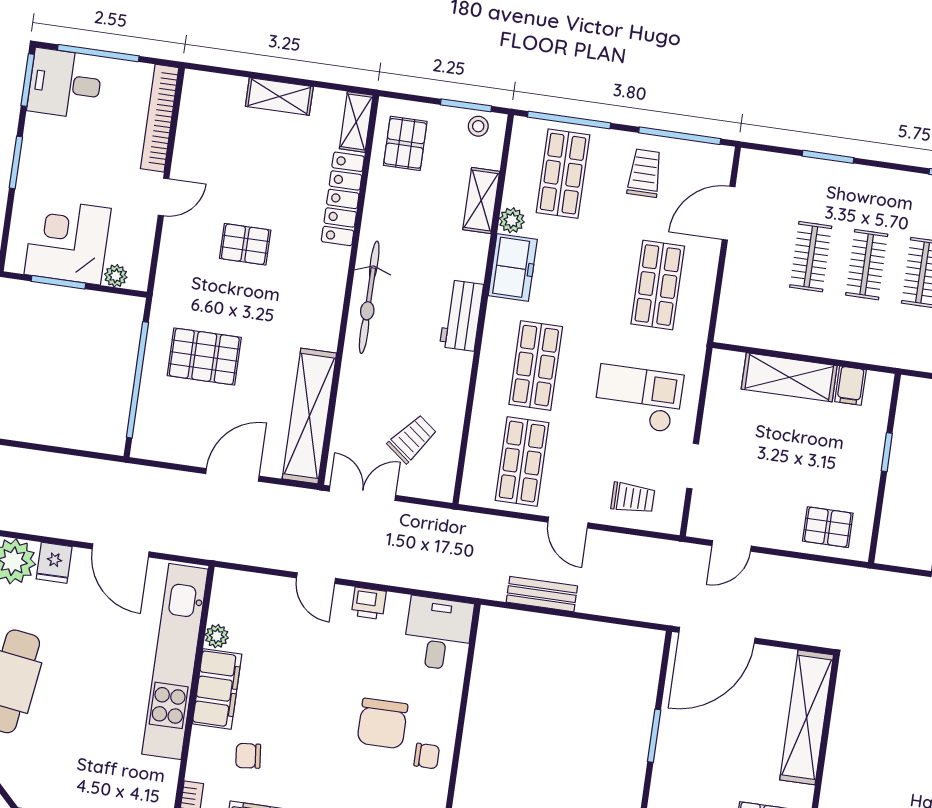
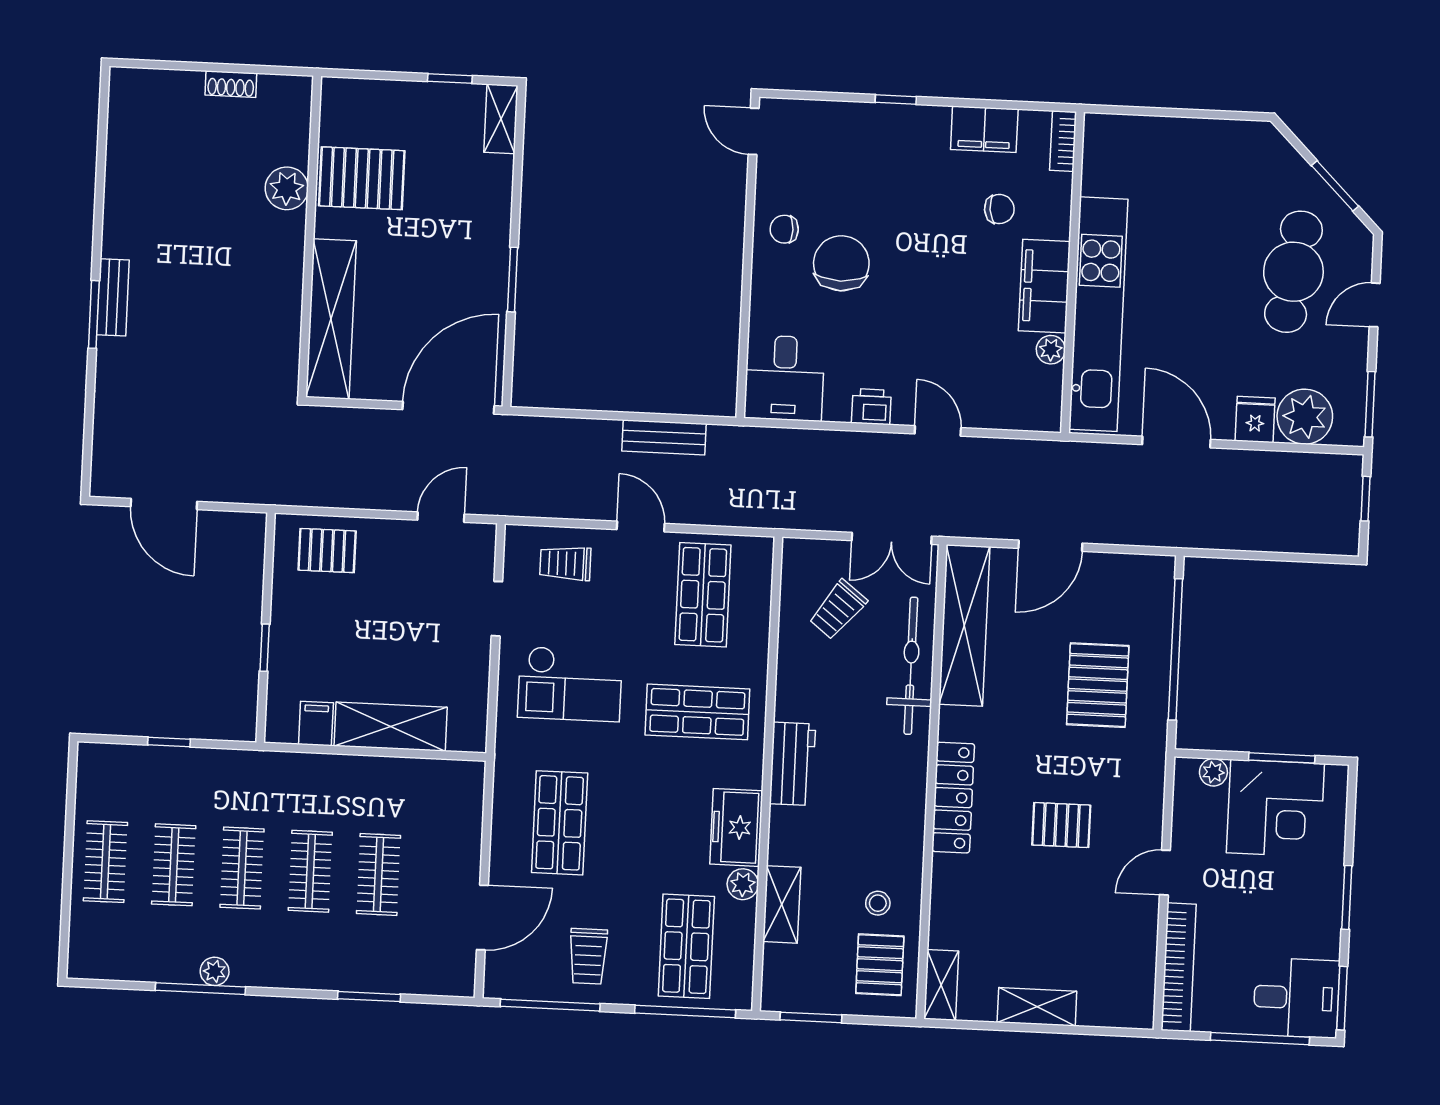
stool: (478, 126) -> (878, 903), moved
locker: (343, 199) -> (953, 798), moved
bicycle: (369, 297) -> (911, 666), moved
pallet: (204, 356) -> (1098, 685), turned 90
shop shelf: (536, 366) -> (697, 712), turned 90

